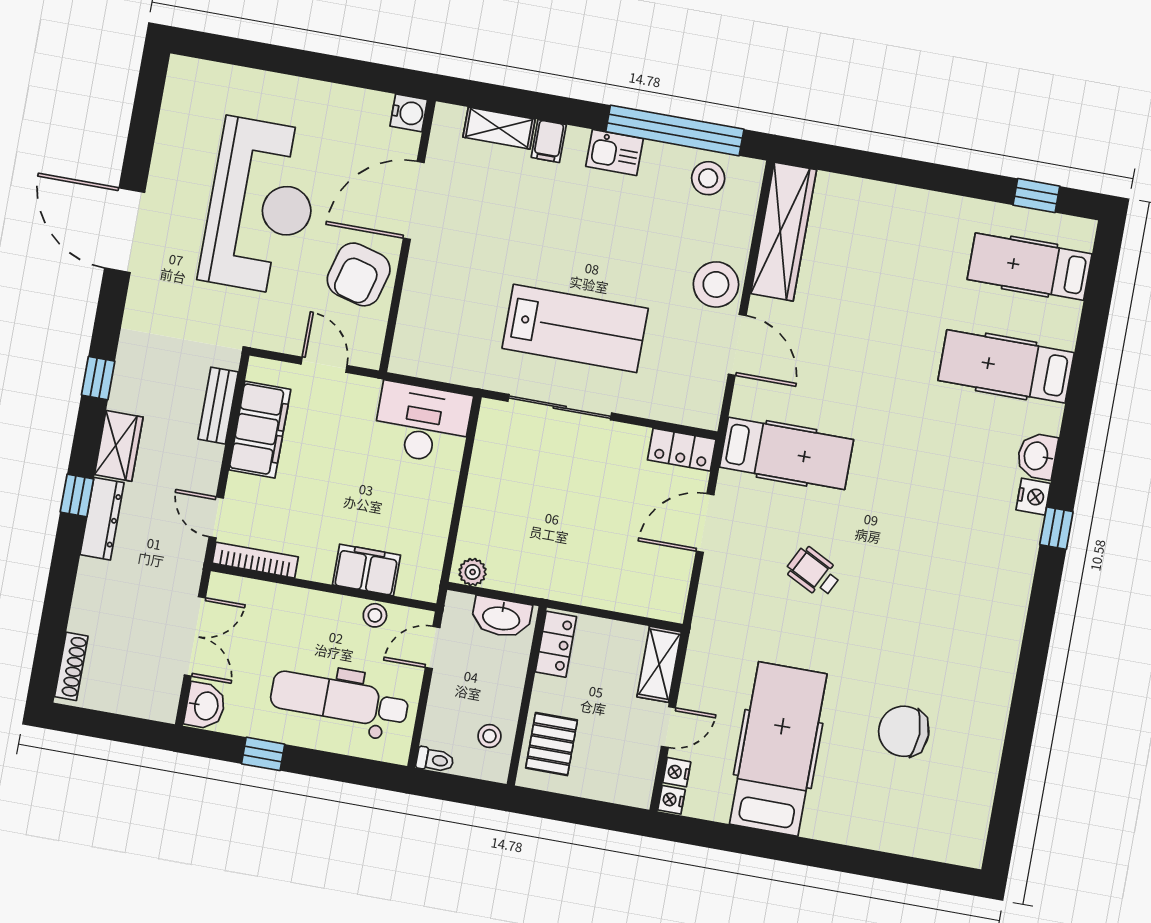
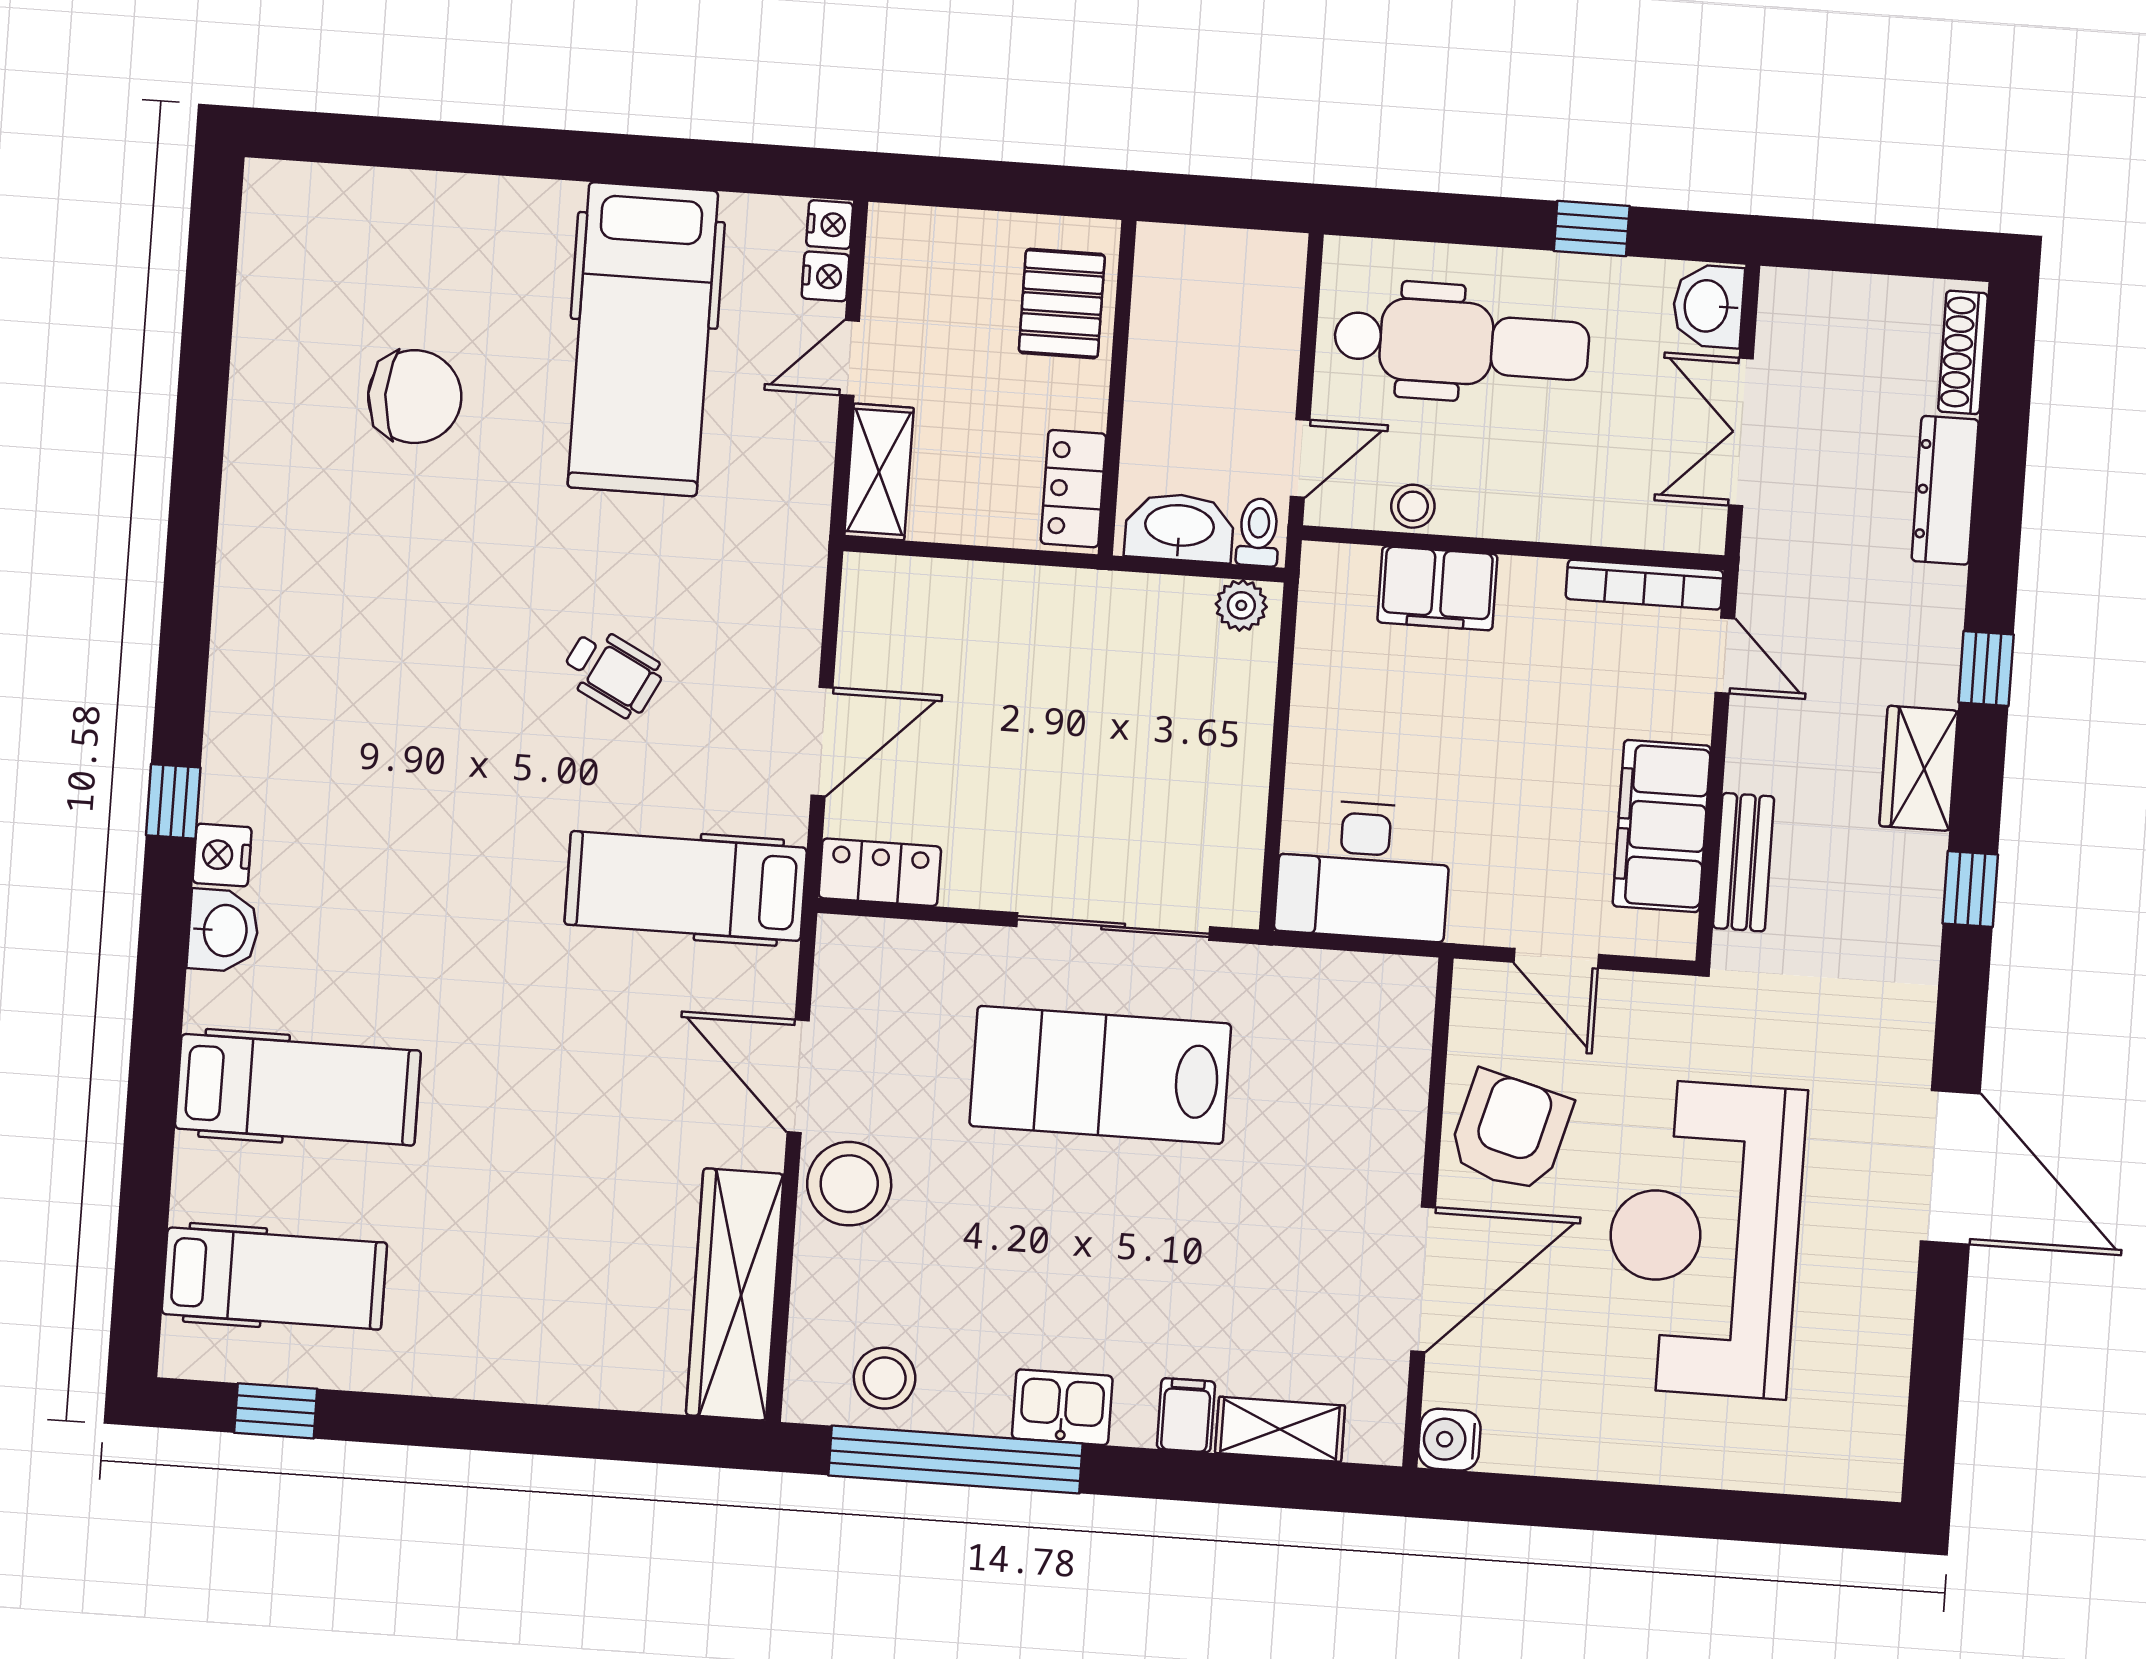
dresser: (102, 519) -> (1945, 490), moved
stool: (490, 736) -> (1178, 306), removed
toilet: (435, 760) -> (1258, 532), moved, turned 90

